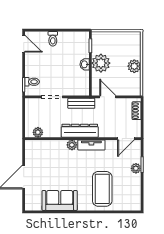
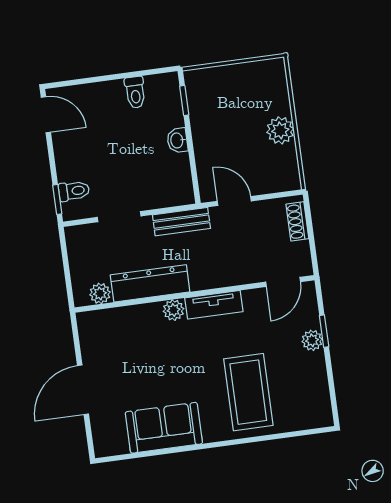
toilet: (53, 39) -> (135, 92), moved
plant: (101, 63) -> (211, 133), removed
dresser: (80, 131) -> (150, 283), moved

